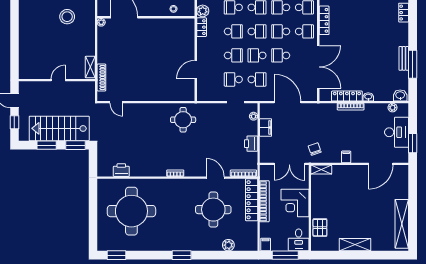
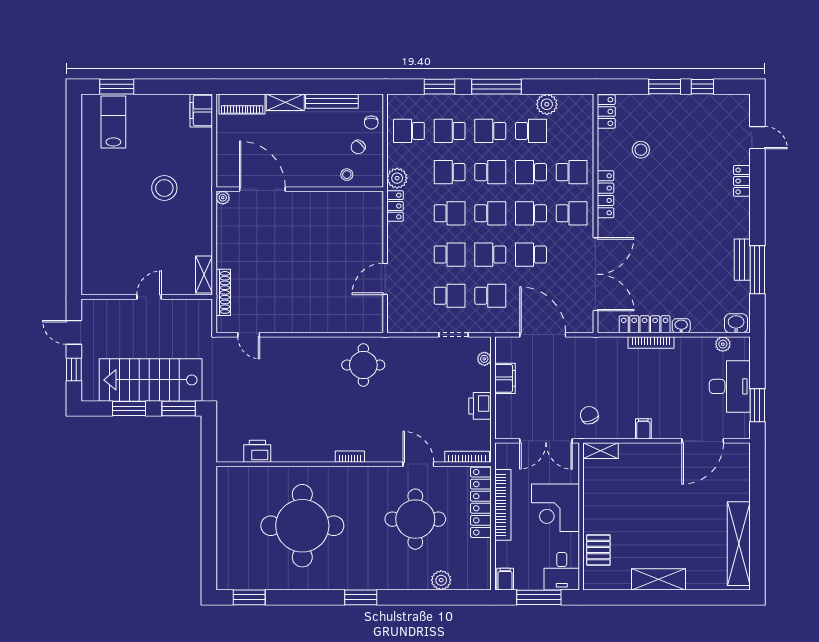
school desk: (233, 79) -> (450, 296), turned 180
round table: (131, 211) -> (302, 526), moved

